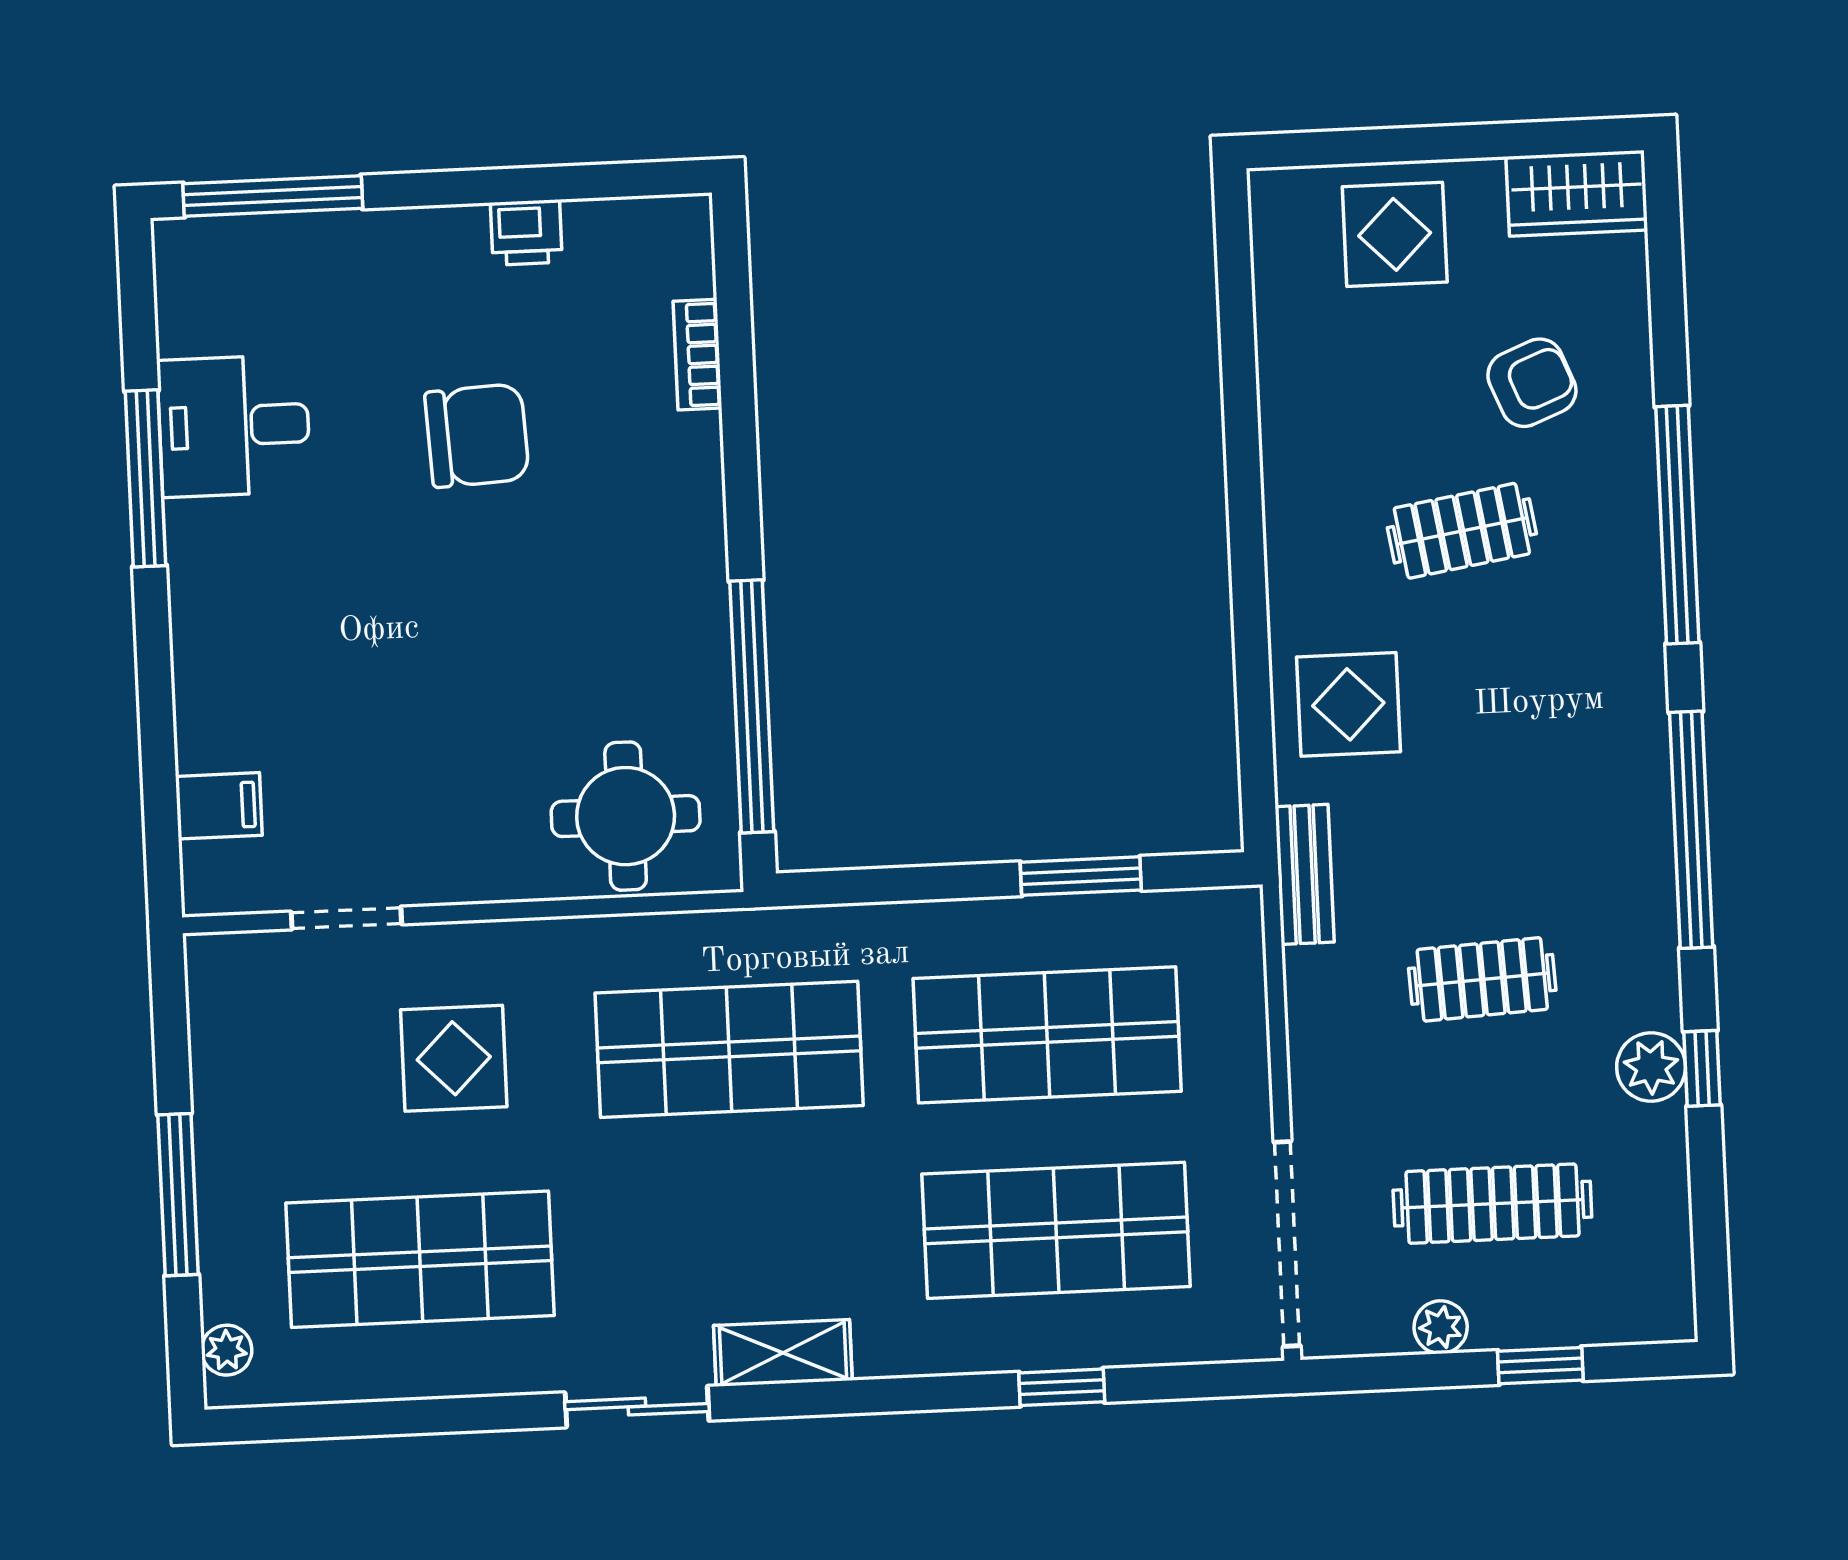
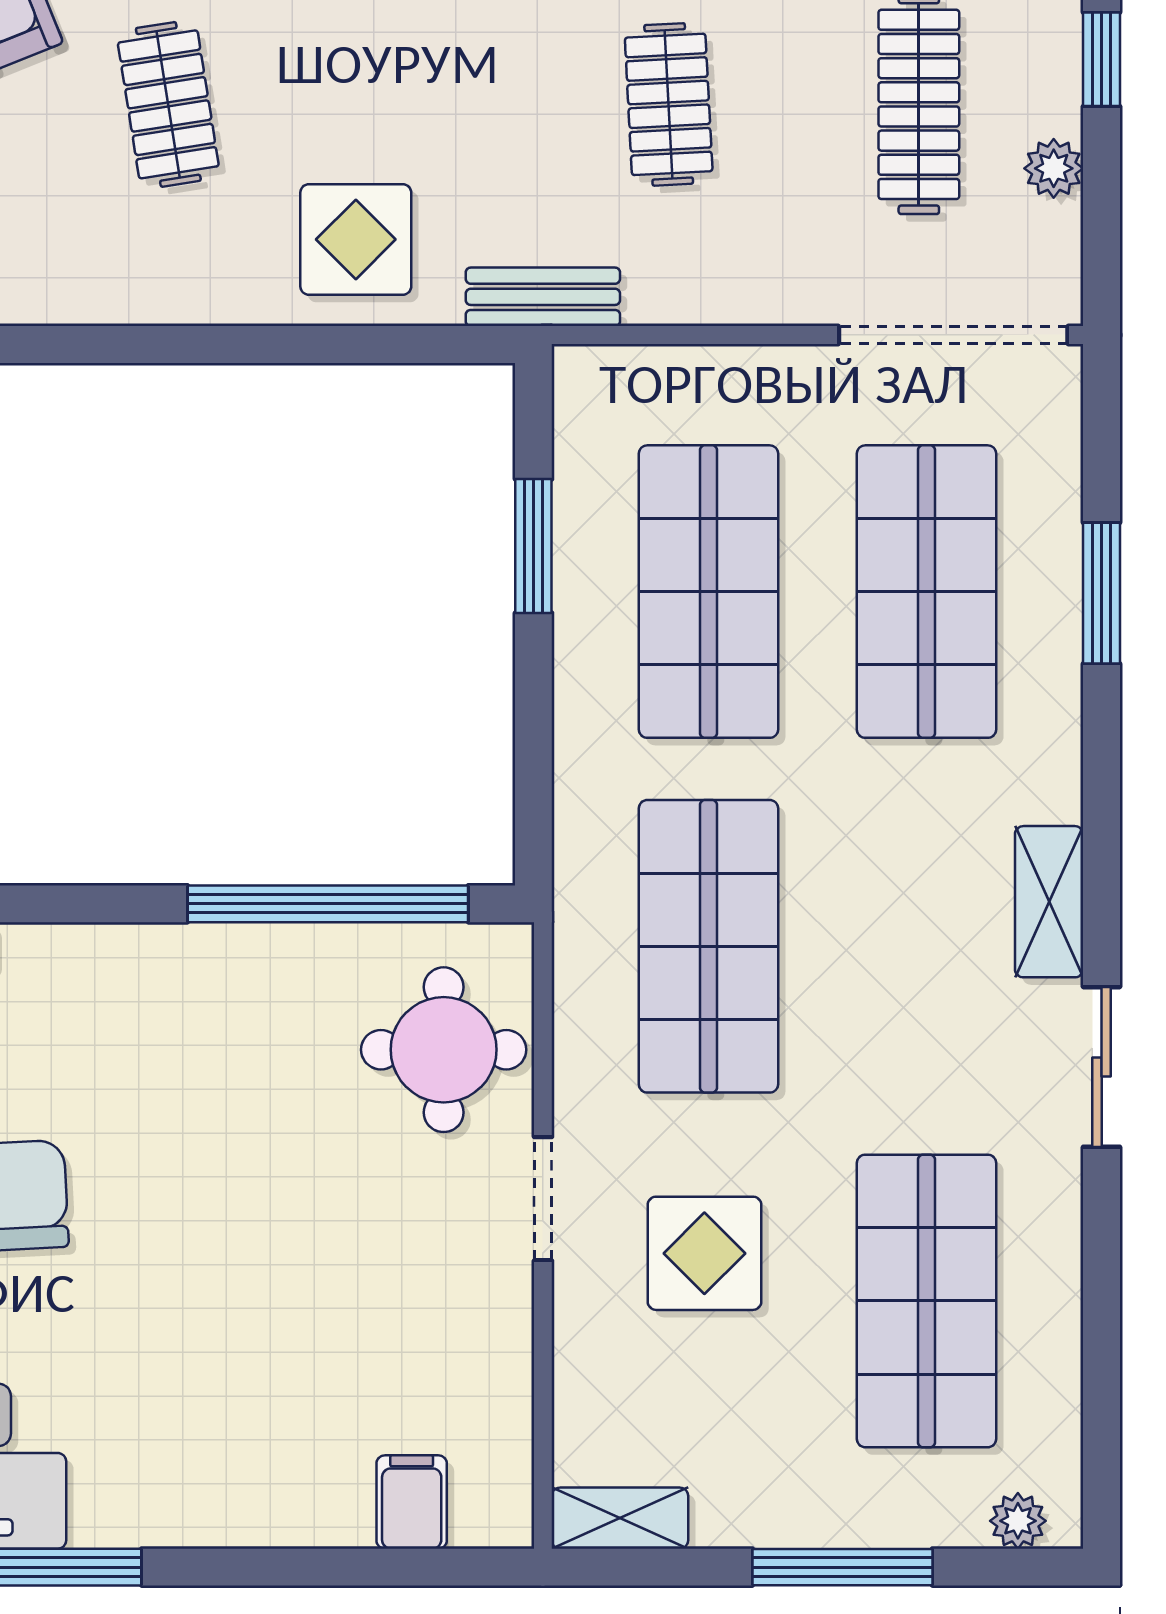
doorway: (346, 918) -> (543, 1199), moved
shelving: (213, 993) -> (620, 1518), added
window: (1062, 1387) -> (1102, 593), width x1.50

